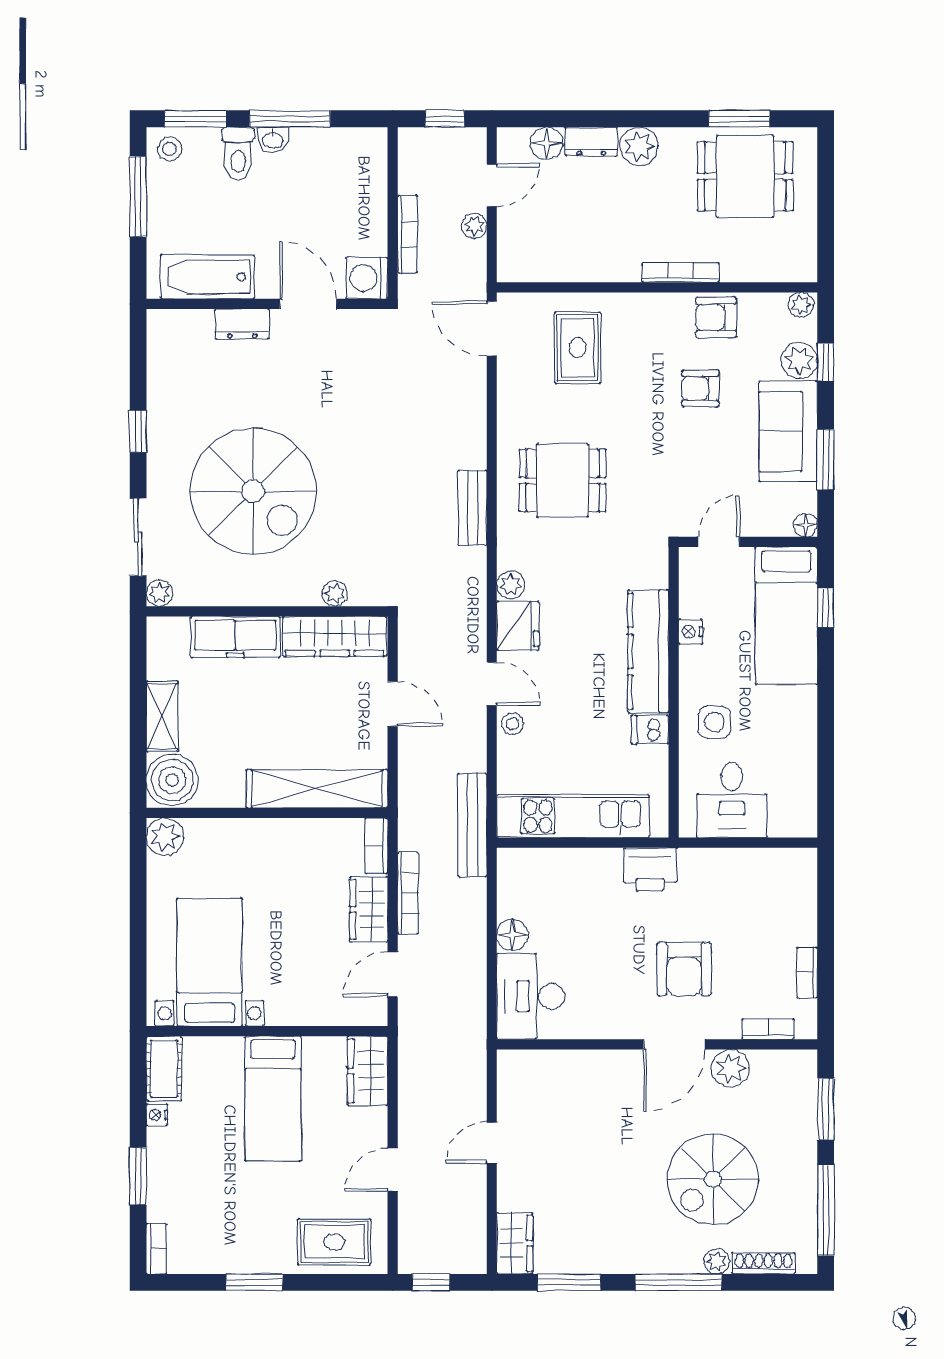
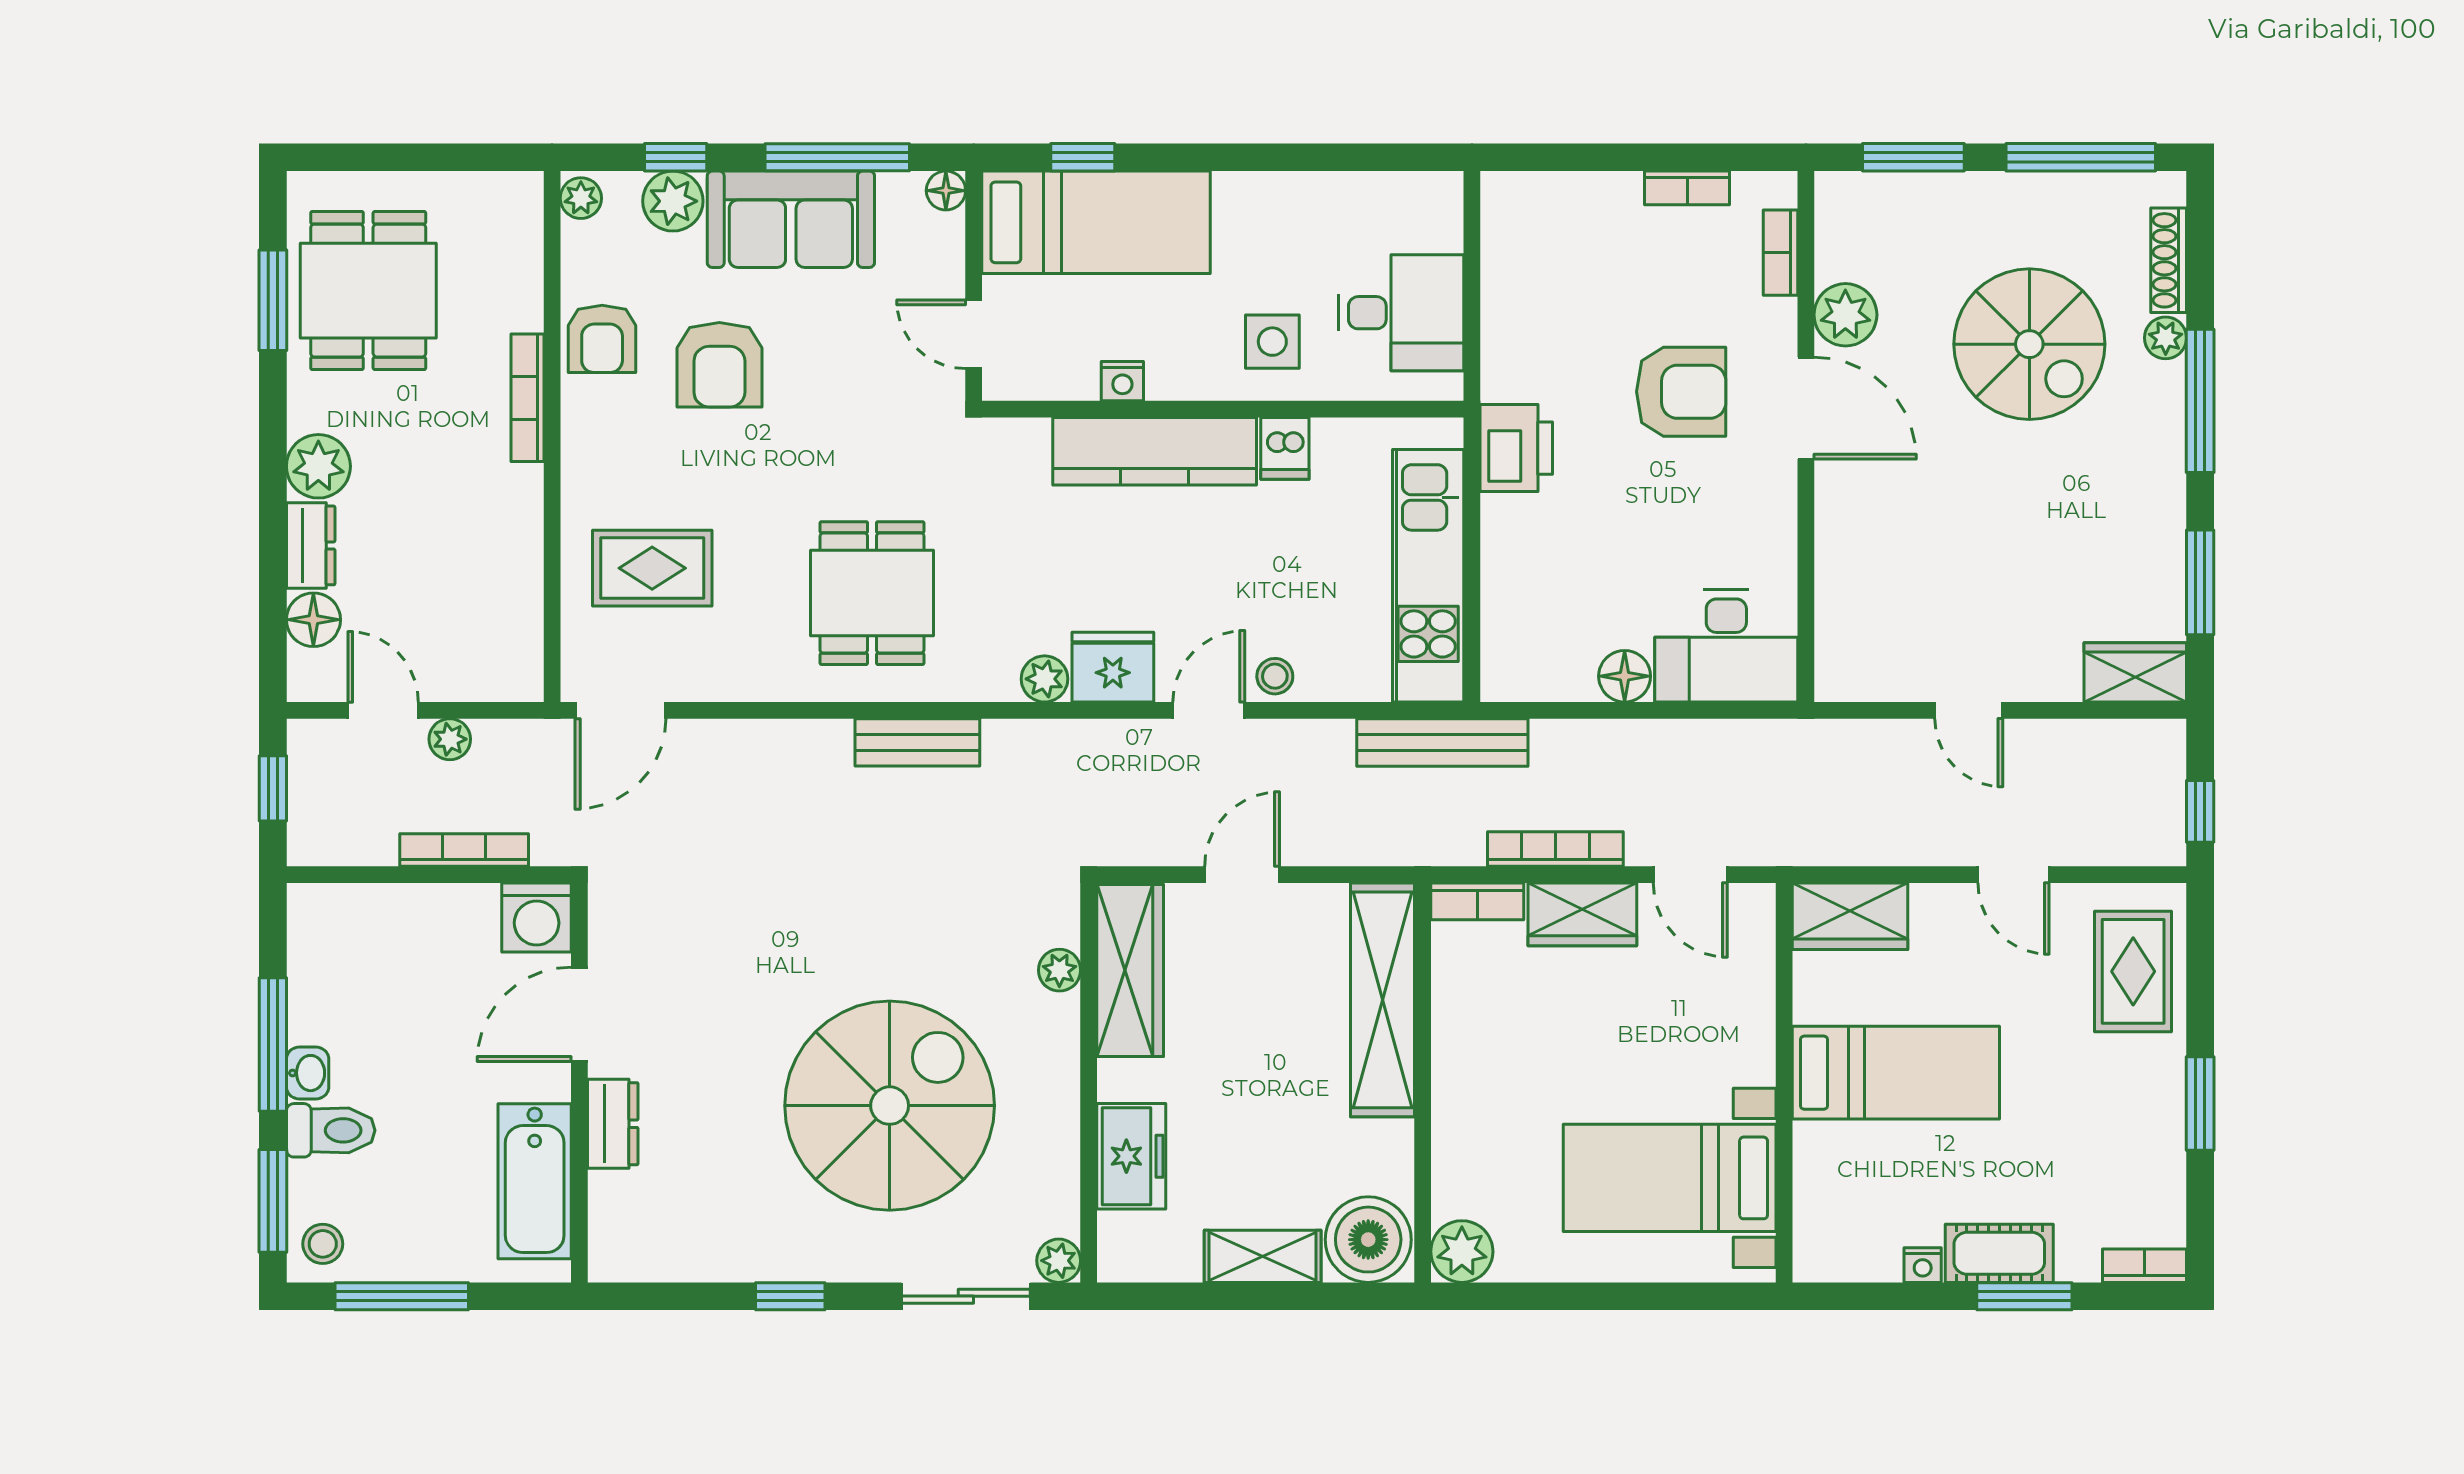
armchair: (700, 388) -> (719, 365), width x1.38, depth x1.38
window: (826, 460) -> (837, 157), width x1.44
freezer: (235, 637) -> (1131, 1156), width x0.71
cot: (164, 1069) -> (1999, 1253), moved

